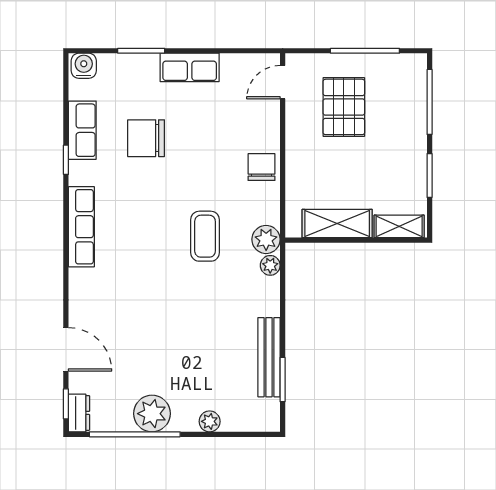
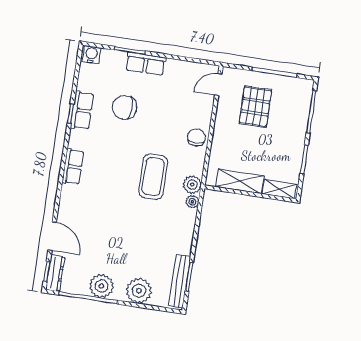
row of seats: (190, 67) -> (146, 64), moved
row of seats: (82, 130) -> (82, 110), moved
row of seats: (81, 227) -> (73, 167), width x0.68
coffee table: (205, 236) -> (153, 177), width x1.36, depth x1.32
bench: (269, 357) -> (180, 281), moved
dresser: (79, 413) -> (55, 273), width x1.44
plant: (210, 421) -> (139, 291), width x1.87, depth x1.87

